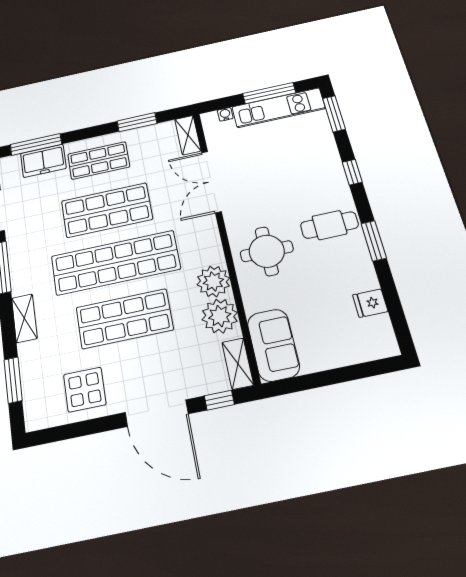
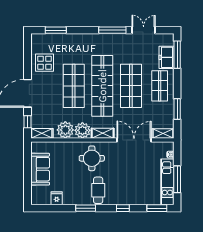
shelving: (24, 318) -> (103, 133), moved
sofa: (273, 345) -> (40, 169), moved, turned -90

